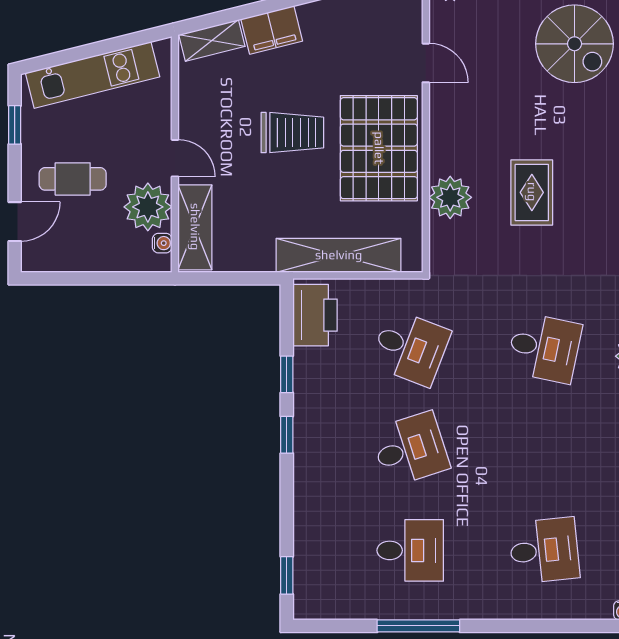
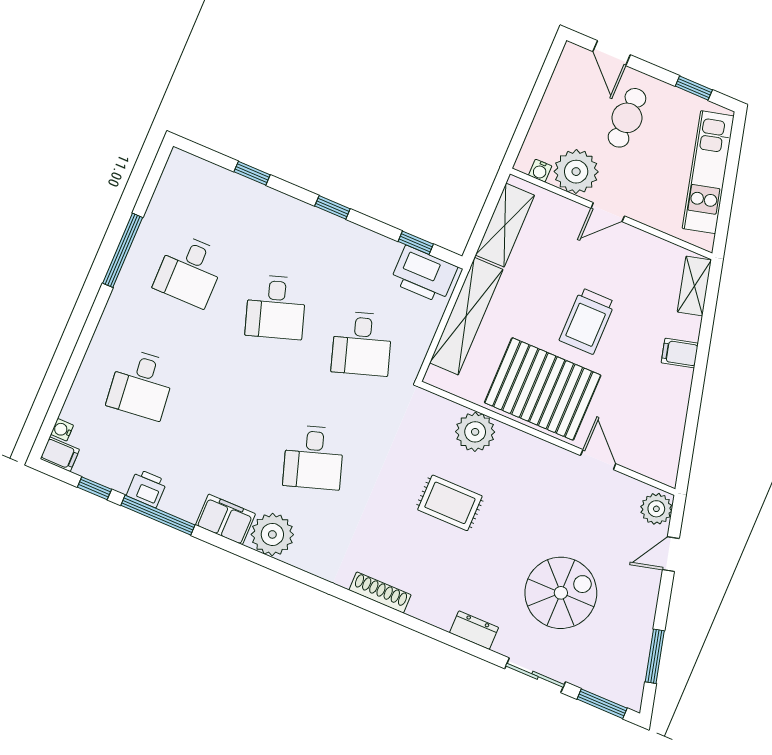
filing cabinet: (272, 30) -> (680, 353), width x0.50
spiral stairs: (575, 44) -> (561, 593), turned 180
door: (426, 63) -> (598, 460), swing flipped
shelving: (195, 227) -> (505, 225), moved, turned 90
desk: (410, 348) -> (362, 344), turned -39
desk: (544, 348) -> (314, 457), turned -30
window: (287, 374) -> (416, 243), moved
window: (287, 575) -> (252, 173), moved

